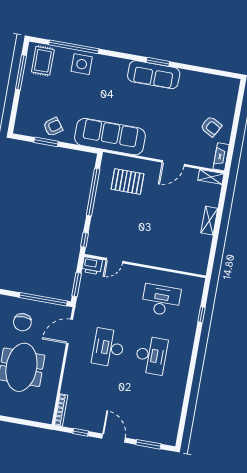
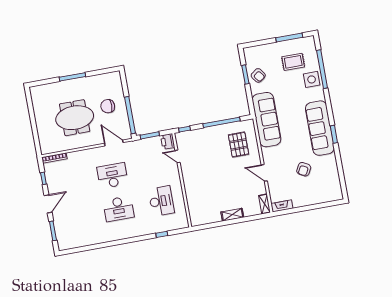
rug: (43, 61) -> (293, 62), moved
sofa: (154, 75) -> (320, 128), width x1.36, depth x1.27
armchair: (211, 127) -> (304, 169), moved

